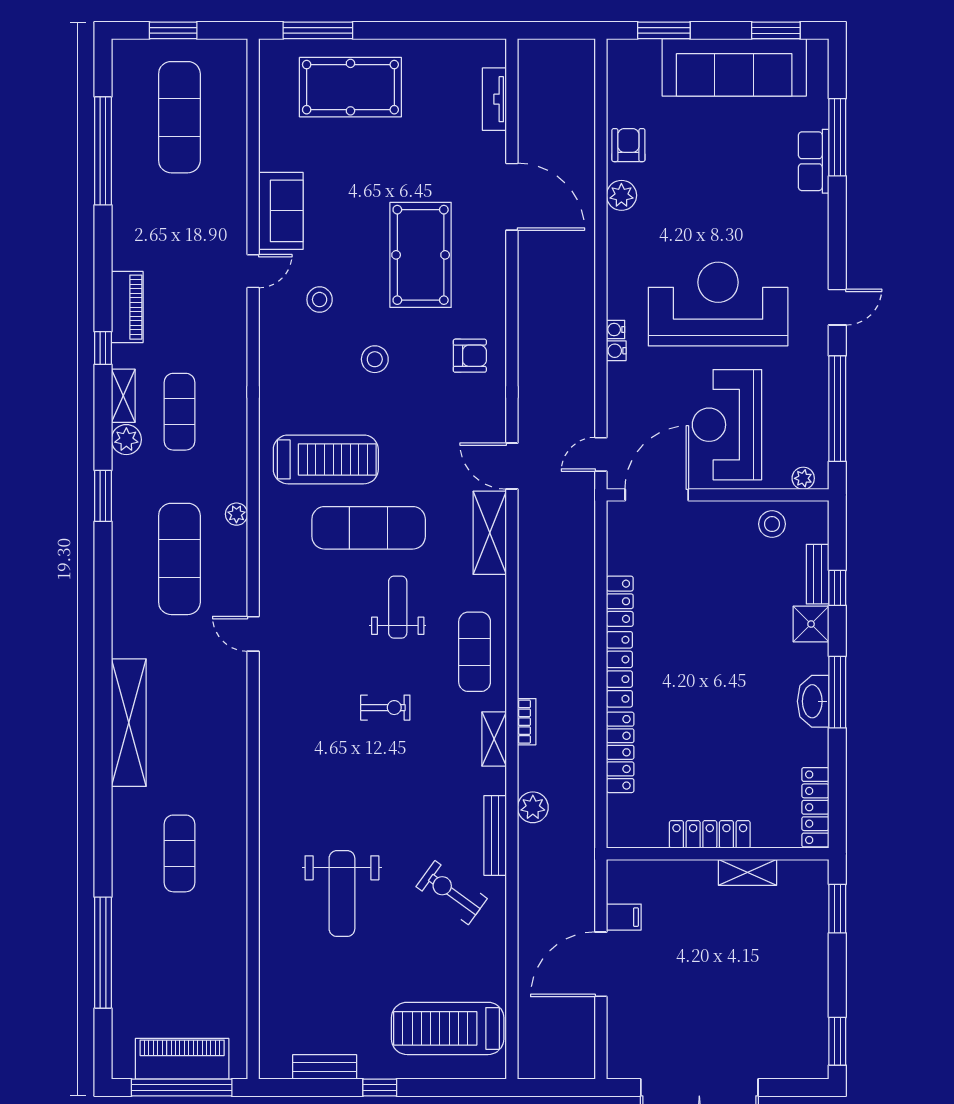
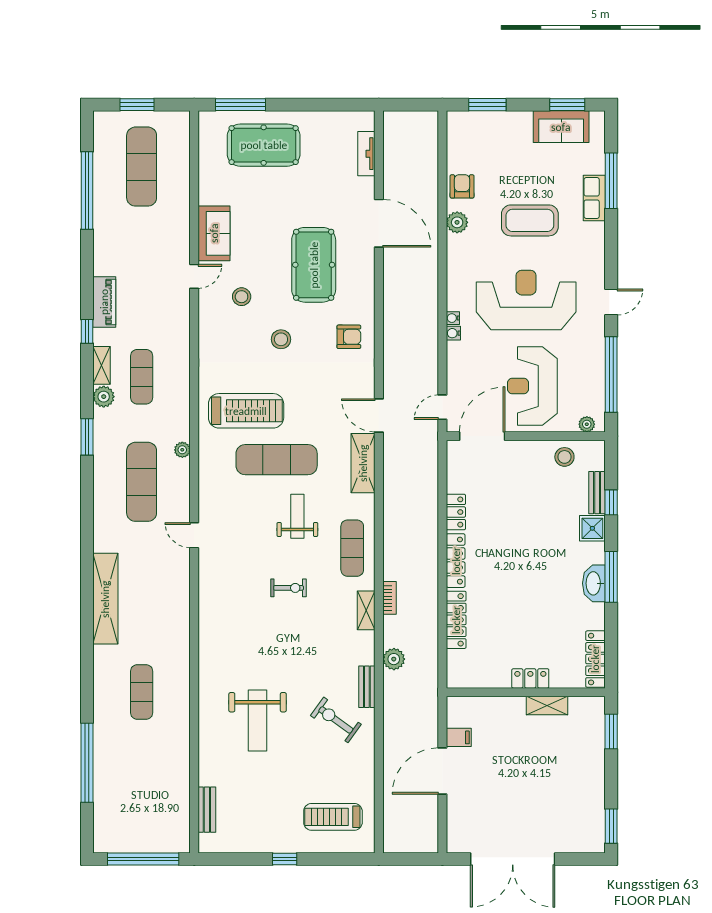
sofa: (734, 67) -> (561, 127), width x0.54, depth x0.79
coffee table: (723, 193) -> (530, 220), added
locker: (710, 834) -> (530, 678), width x0.66
bench: (495, 835) -> (367, 687), width x0.73
treadmill: (448, 1028) -> (333, 817), width x0.73, depth x0.73
piano: (182, 1059) -> (143, 839), removed
bench: (325, 1067) -> (207, 810), moved, turned 90

